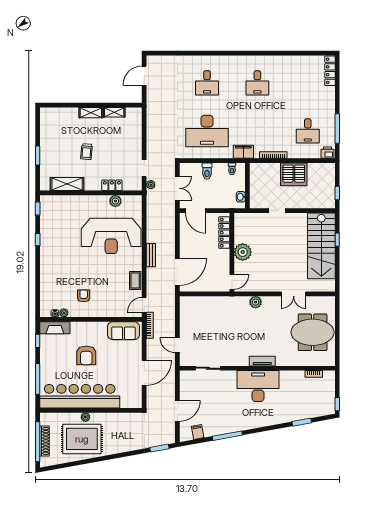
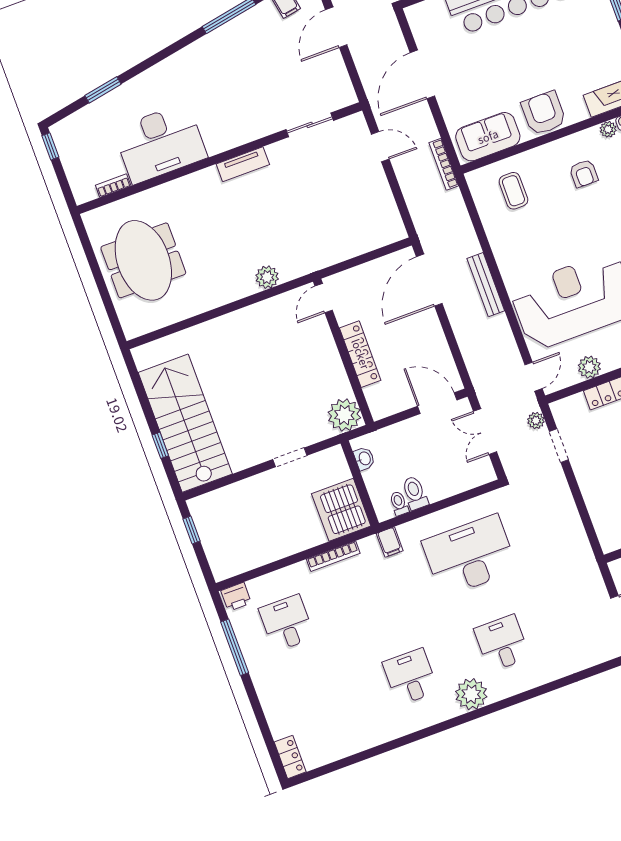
plant: (231, 64) -> (471, 694), added
locker: (330, 71) -> (290, 757), width x0.66
filing cabinet: (243, 152) -> (390, 542), width x0.50
toilet: (207, 171) -> (415, 493), moved
server rack: (294, 174) -> (341, 510), moved, turned -90
locker: (224, 233) -> (360, 354), moved
plant: (243, 252) -> (344, 415), moved
bench: (151, 255) -> (486, 285), width x1.36
coffee table: (135, 281) -> (513, 191), moved
double door: (294, 294) -> (204, 317), removed
door: (144, 305) -> (533, 377), moved
meeting table: (313, 332) -> (143, 260), turned 90
armchair: (86, 355) -> (544, 113), moved
tv unit: (262, 361) -> (243, 164), moved
desk: (258, 386) -> (160, 143), moved

